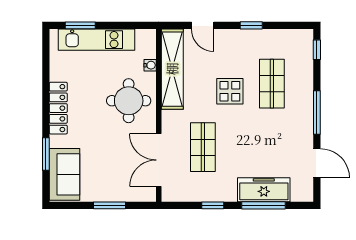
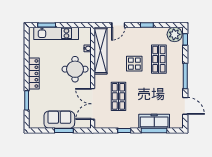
door: (203, 25) -> (118, 25), hinge flipped
plant: (299, 41) -> (175, 34), added
sofa: (64, 174) -> (59, 120), moved, turned -90

